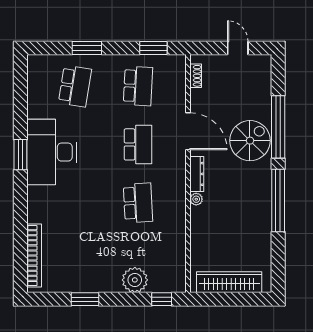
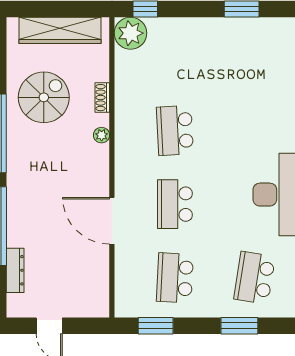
shoe rack: (196, 76) -> (102, 98), moved
spiral stairs: (250, 141) -> (44, 97), moved, turned 180
dresser: (197, 174) -> (15, 270), moved, turned 180
plant: (135, 280) -> (130, 33), moved

